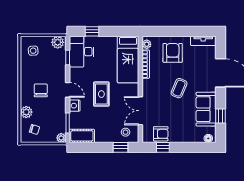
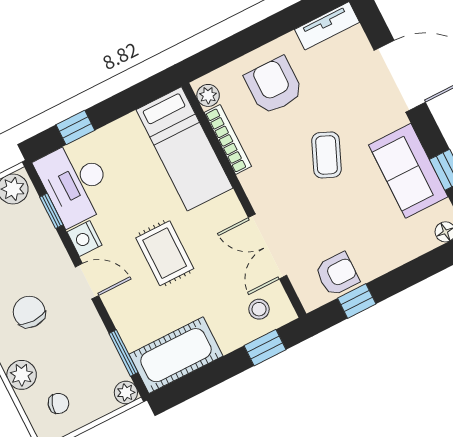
nightstand: (75, 106) -> (85, 239), moved
cot: (82, 136) -> (176, 355), width x1.37, depth x1.34

